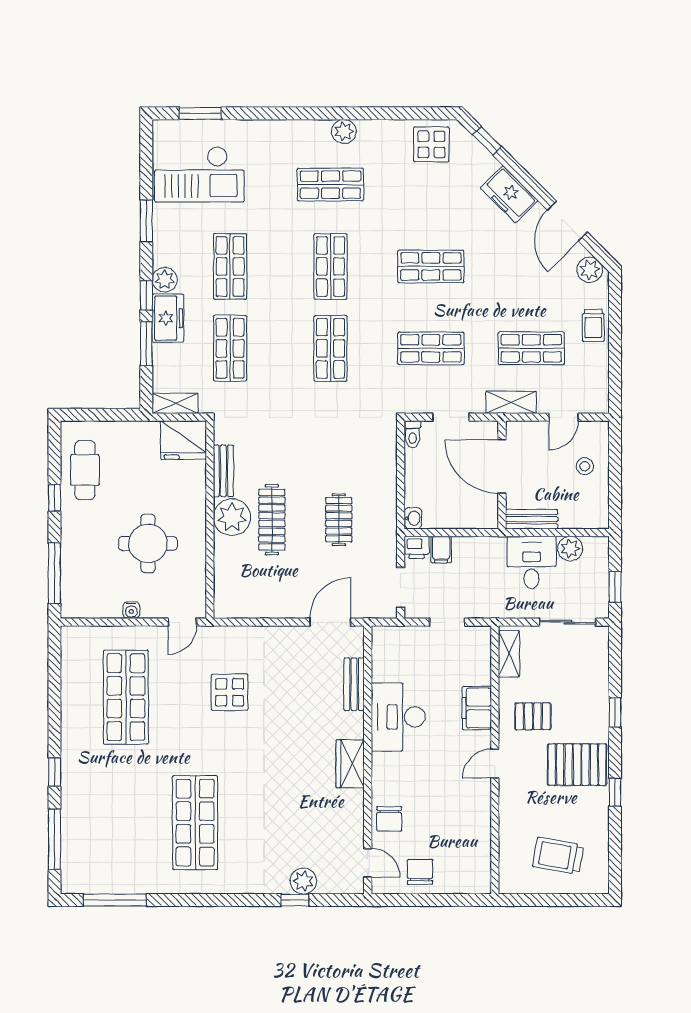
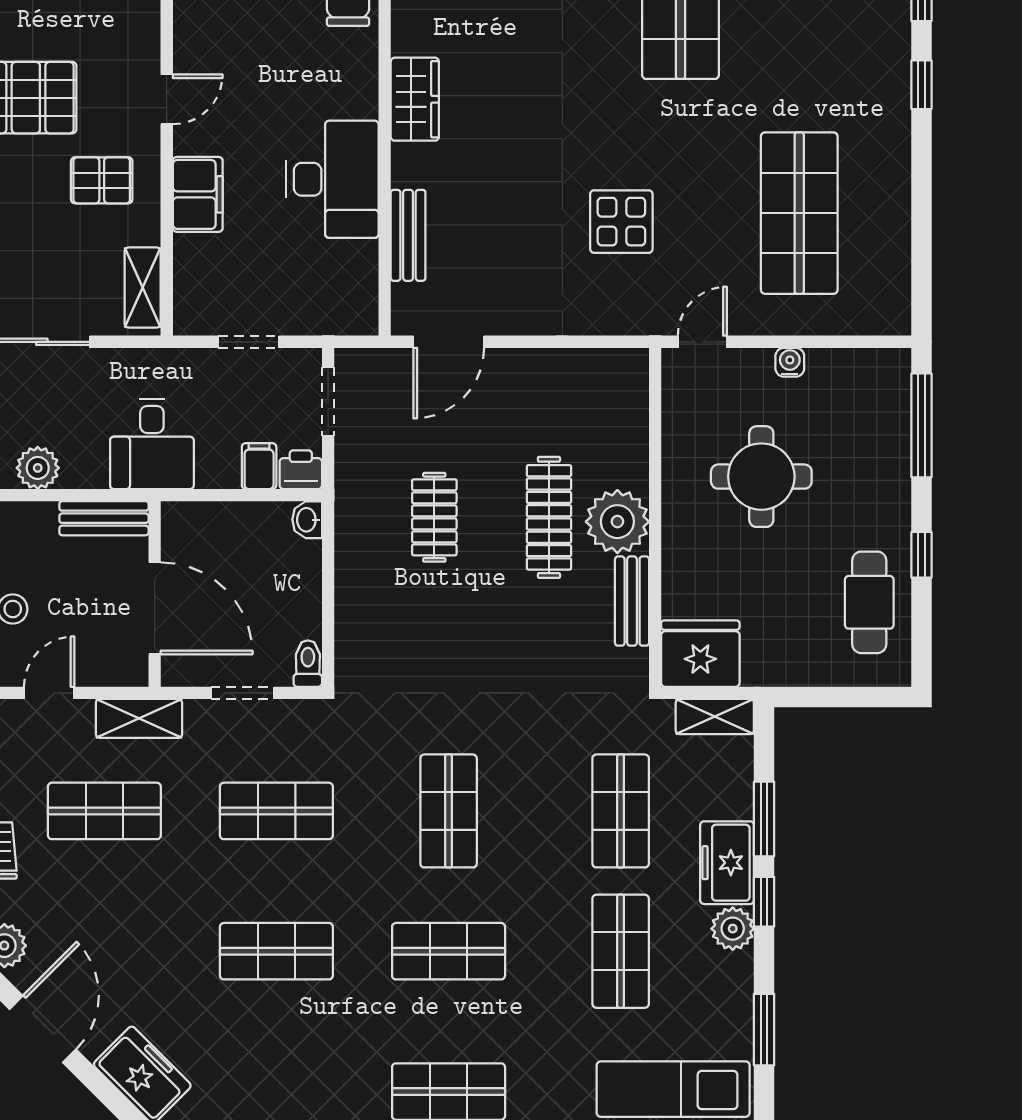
shop shelf: (330, 266) -> (449, 951), turned 90
desk: (531, 563) -> (152, 444), moved

